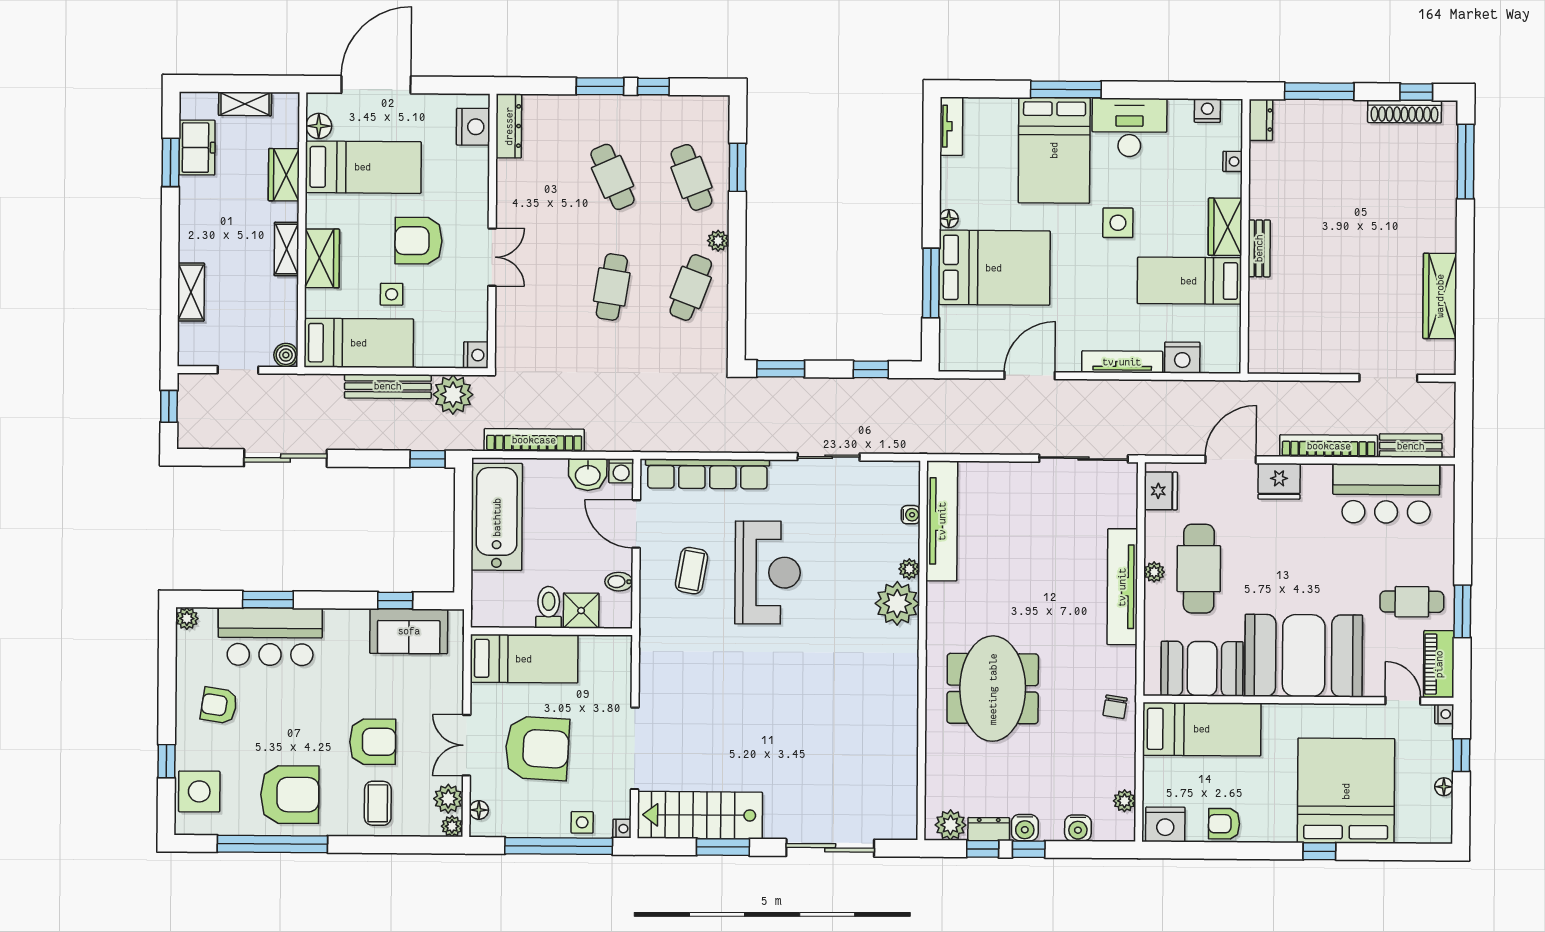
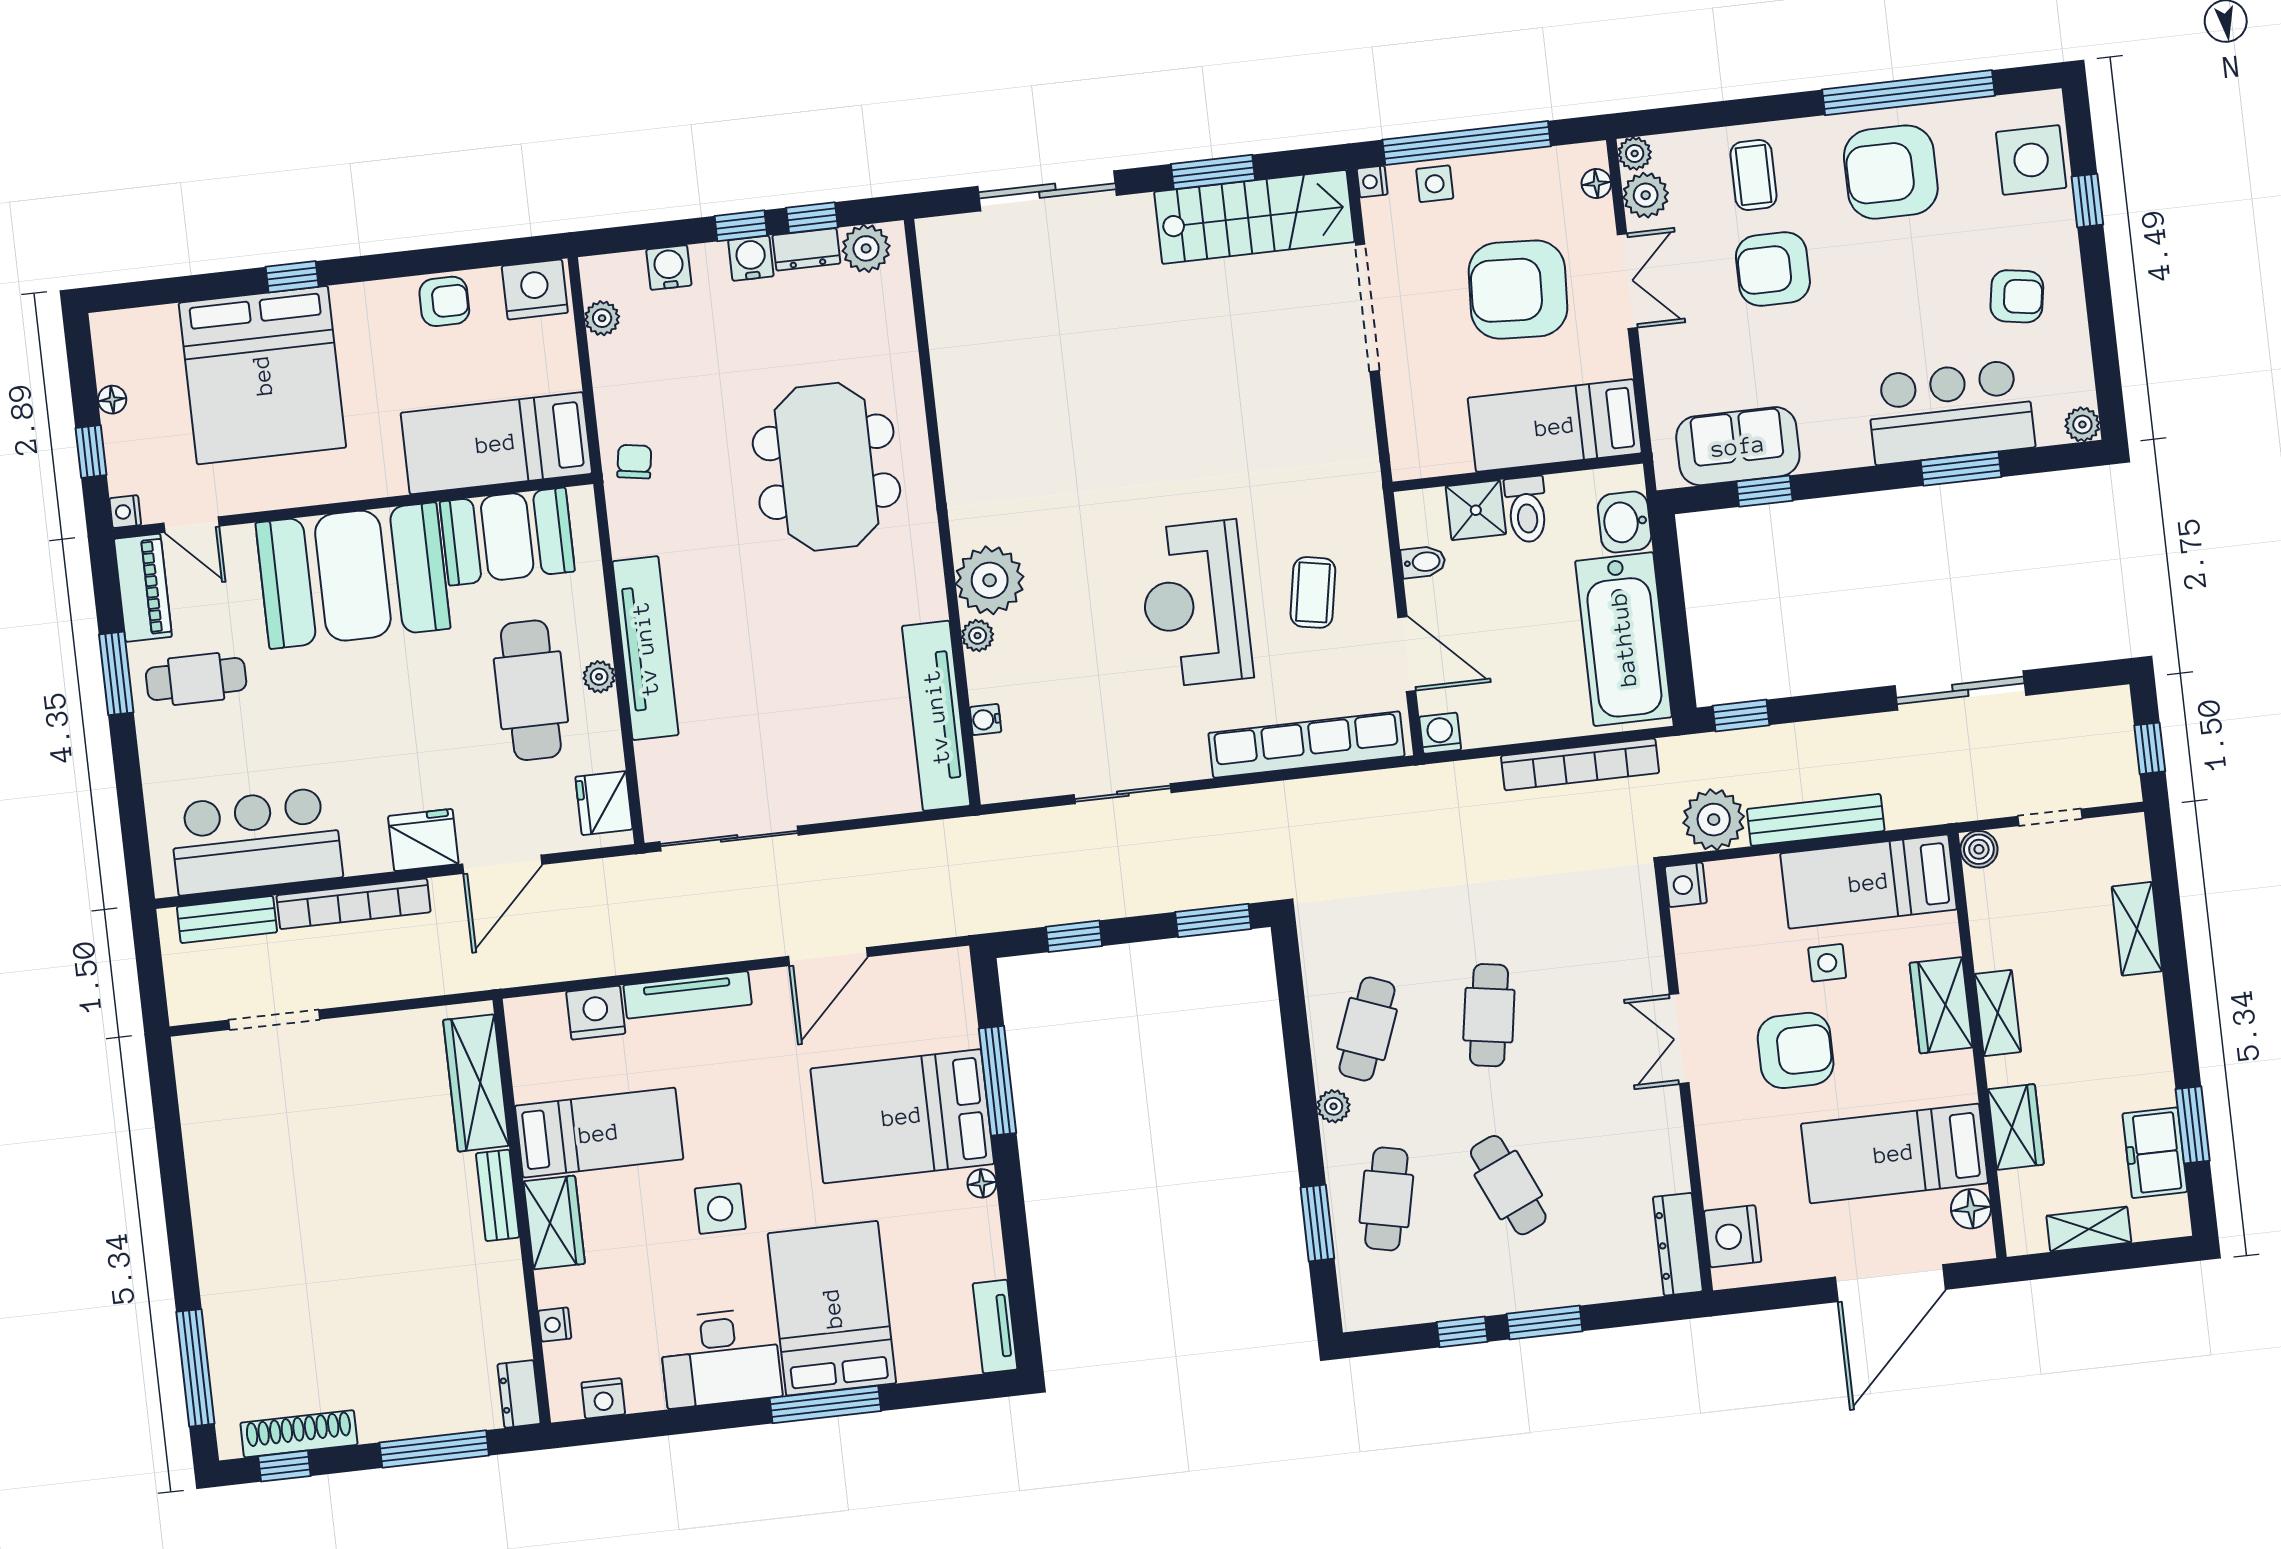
cafe table: (692, 177) -> (1386, 1199), turned 33
wardrobe: (1440, 296) -> (476, 1083), moved, turned 180
washbasin: (588, 474) -> (1624, 522), moved, turned -90

